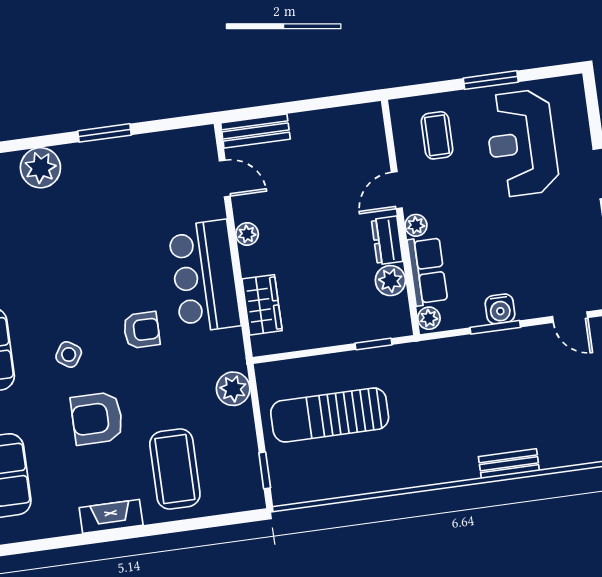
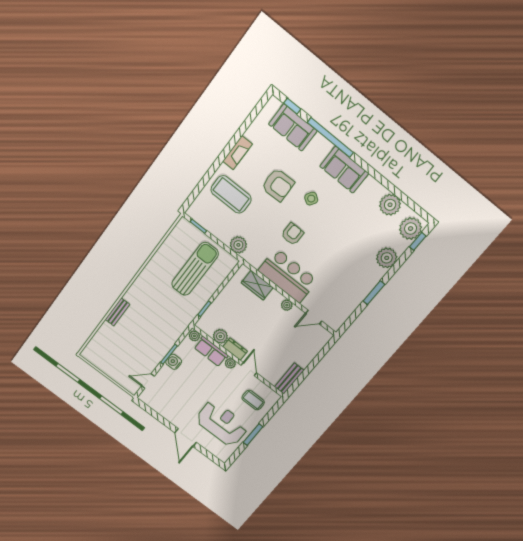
bench: (255, 131) -> (289, 379), moved
armchair: (141, 330) -> (292, 234), turned 180
armchair: (97, 418) -> (278, 185), turned 88

